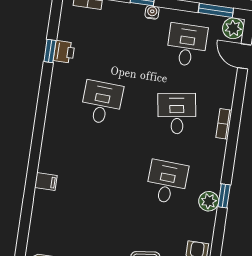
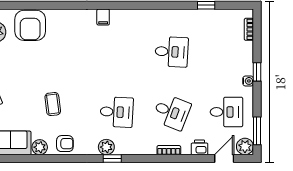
printer: (64, 52) -> (200, 147), moved, turned 180
desk: (177, 114) -> (172, 112), turned 30

